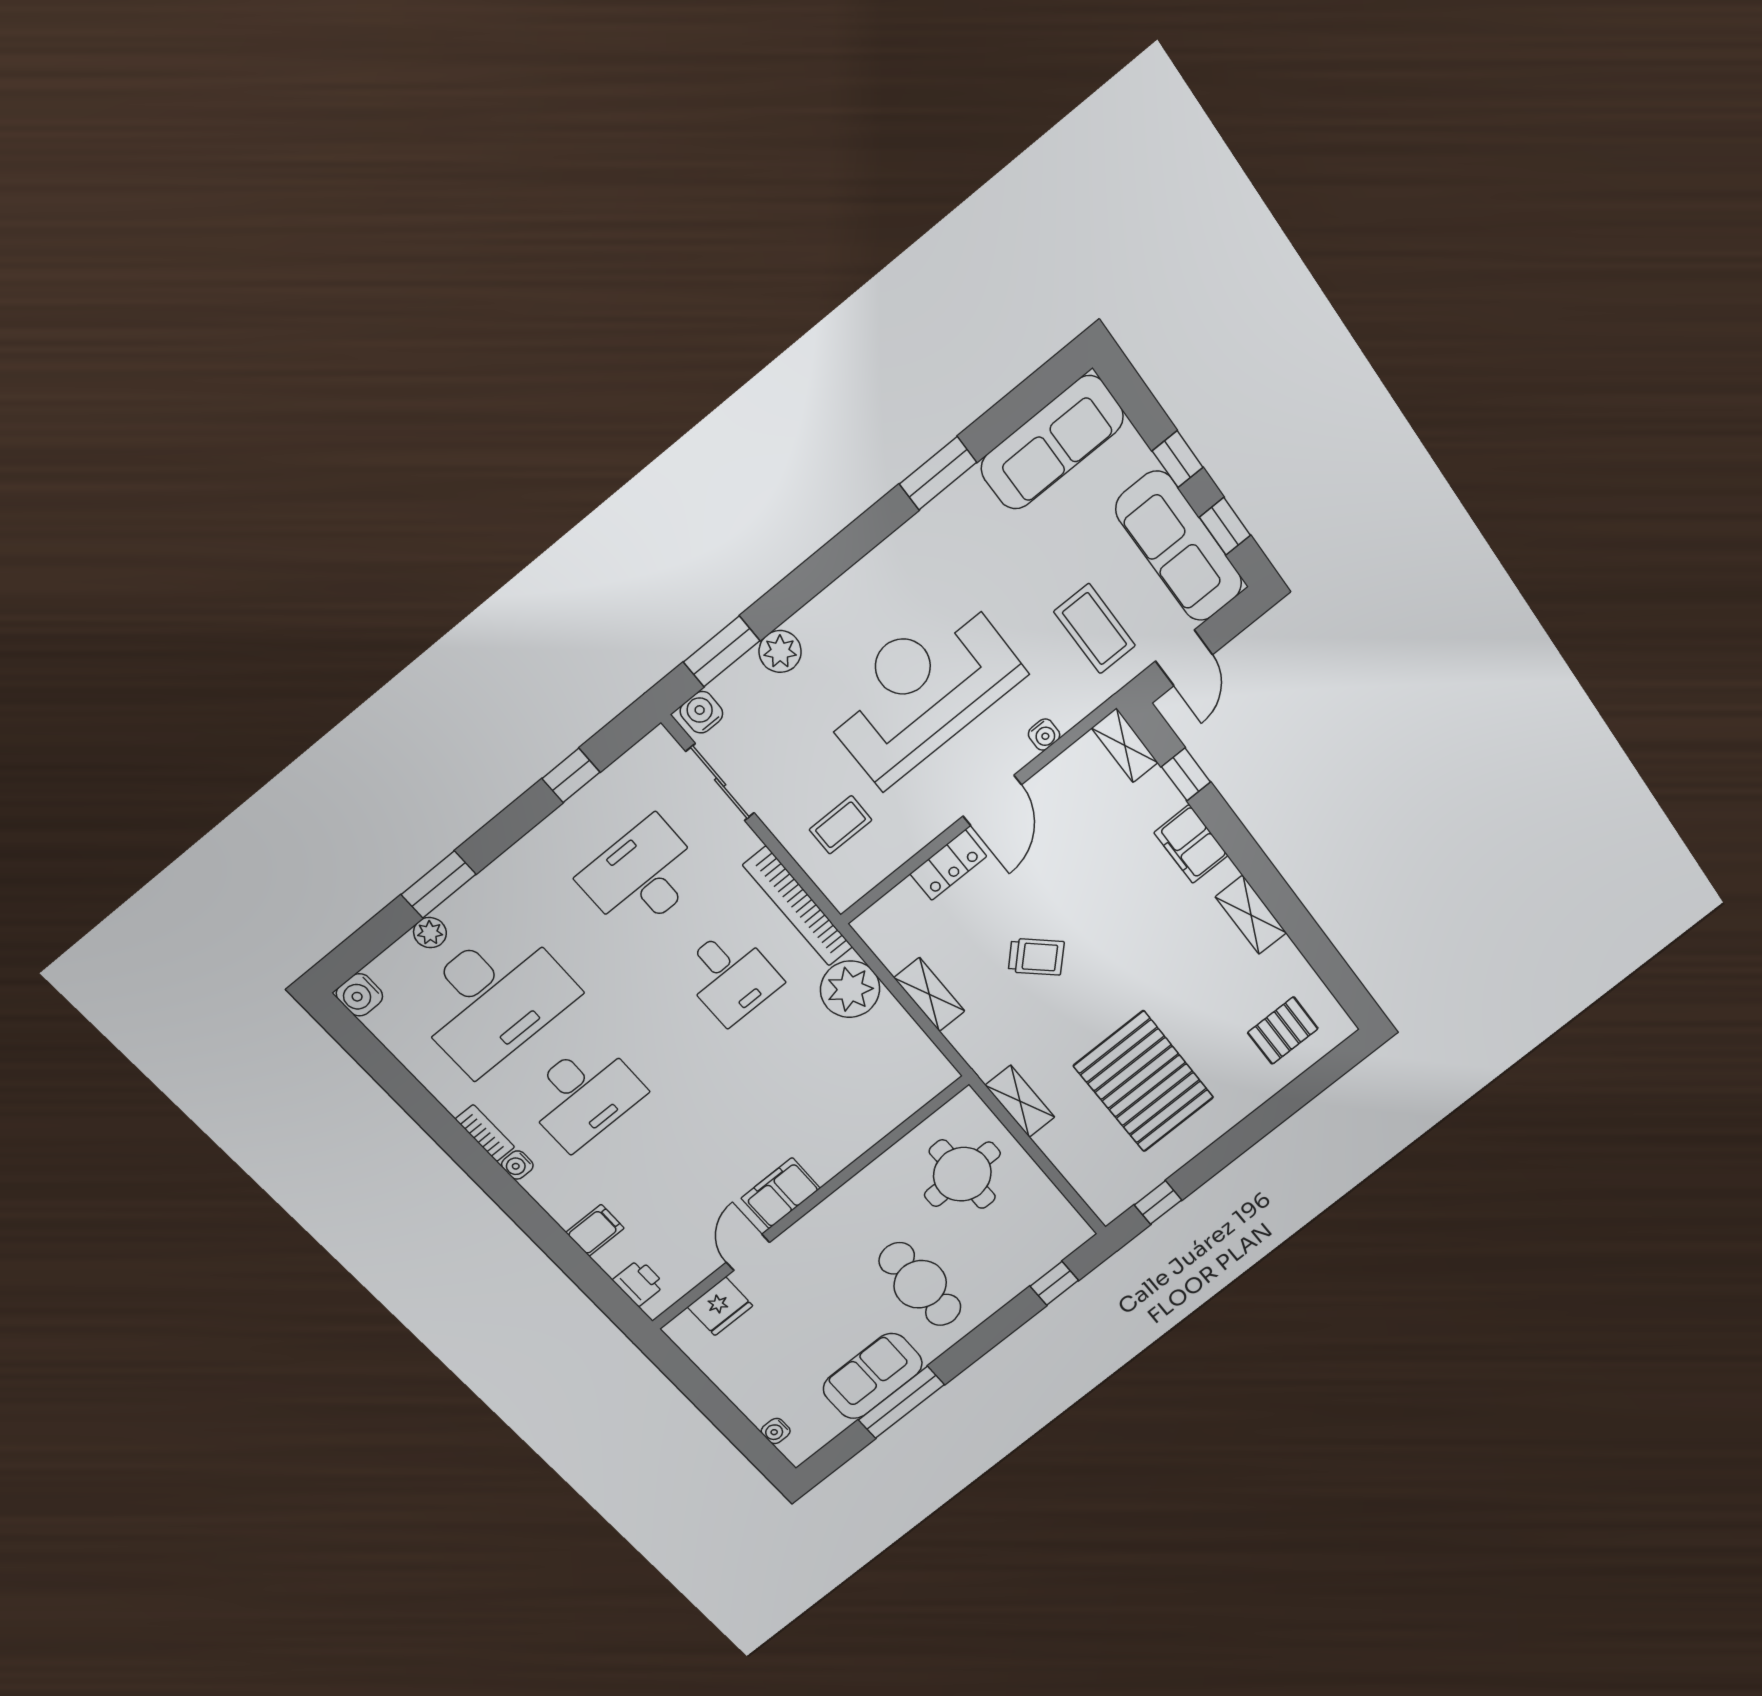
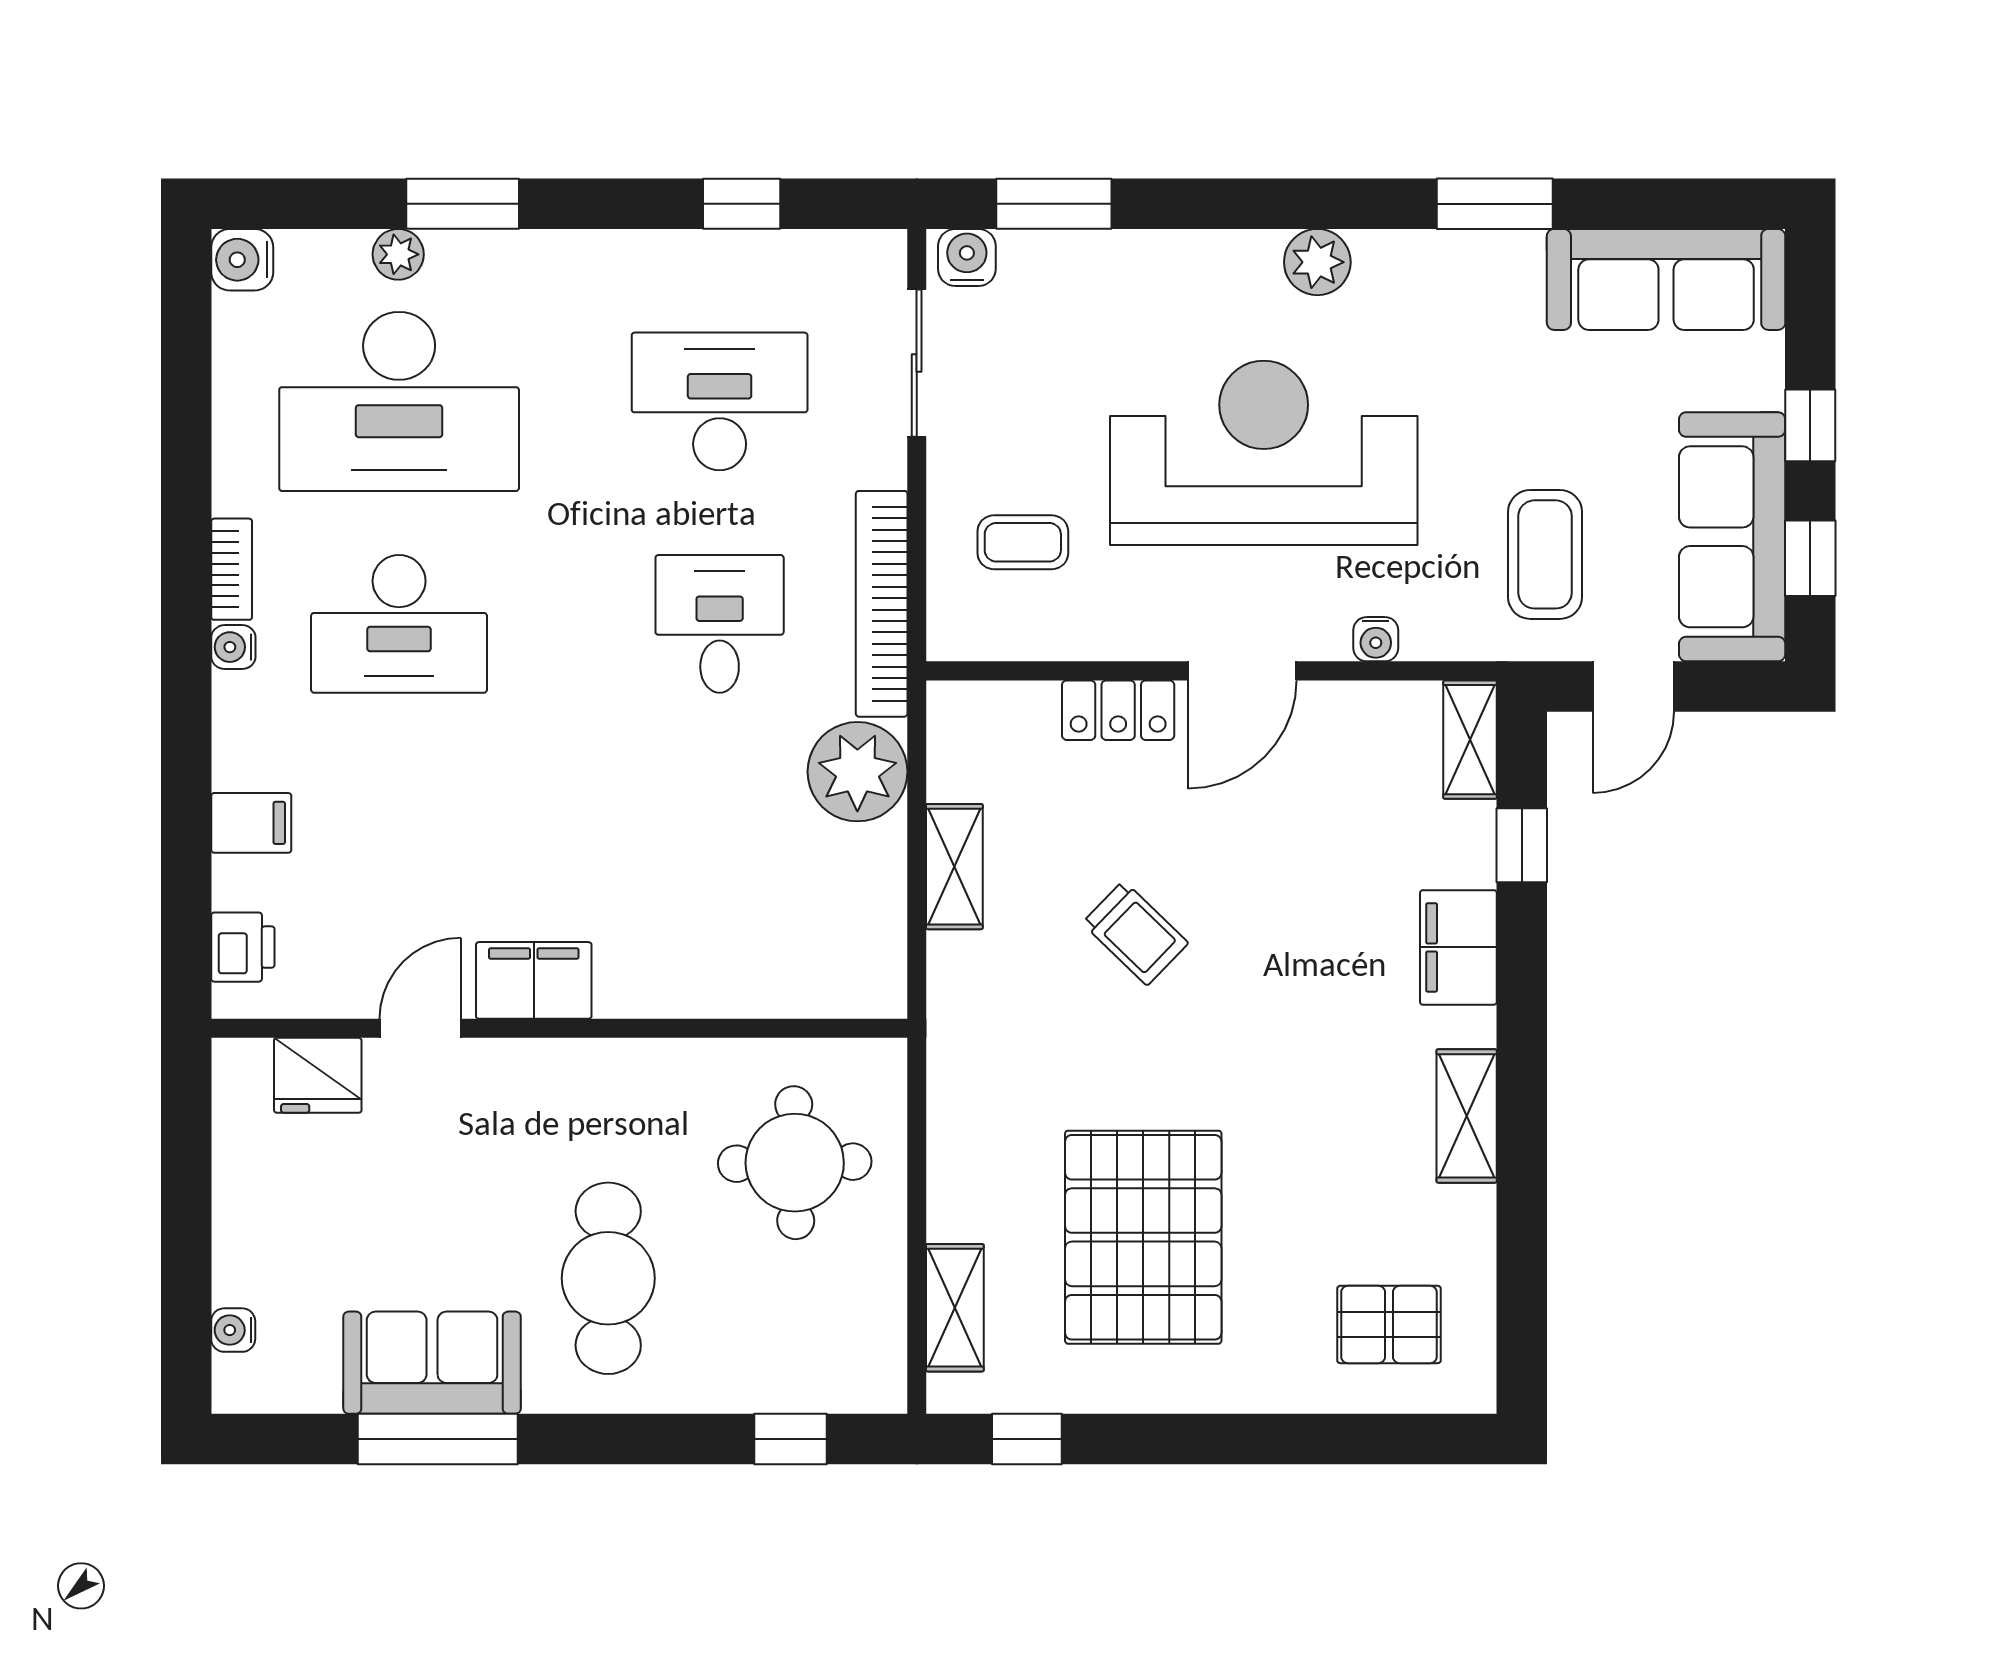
plant: (780, 651) -> (1317, 262), moved
desk: (730, 976) -> (720, 624), turned 180
shelving: (1020, 1101) -> (955, 1308), moved

